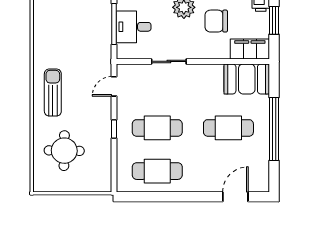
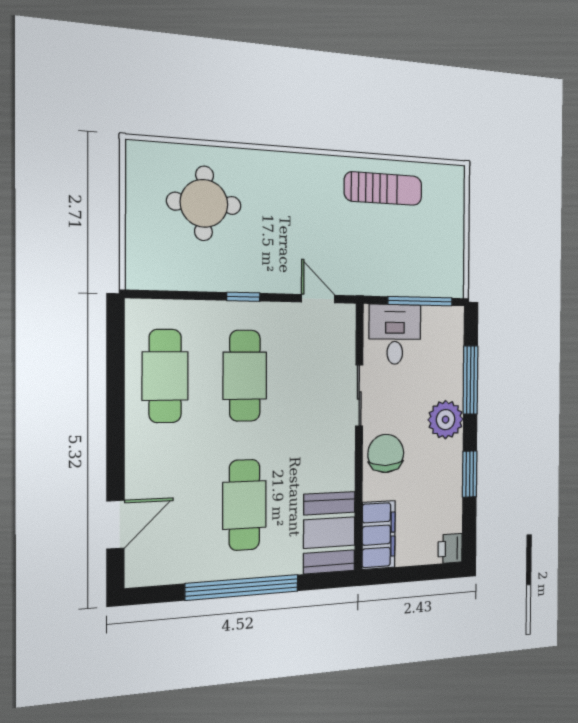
window: (274, 20) -> (424, 573), removed
chair: (216, 21) -> (386, 453), moved
desk: (134, 27) -> (395, 334), moved
sun lounger: (53, 93) -> (383, 189), moved
door: (235, 197) -> (115, 525), hinge flipped

